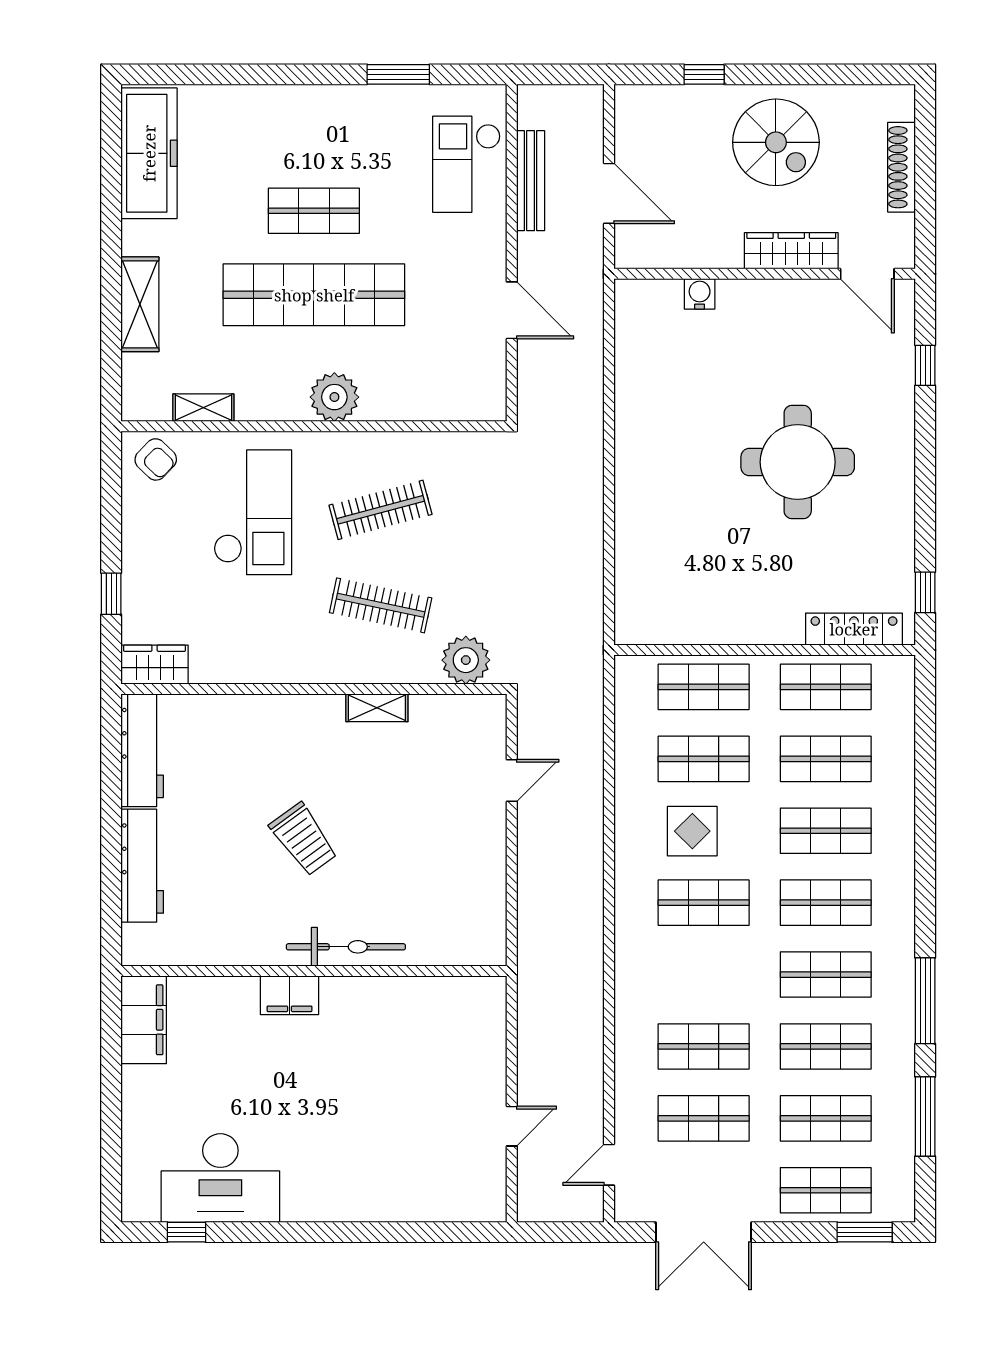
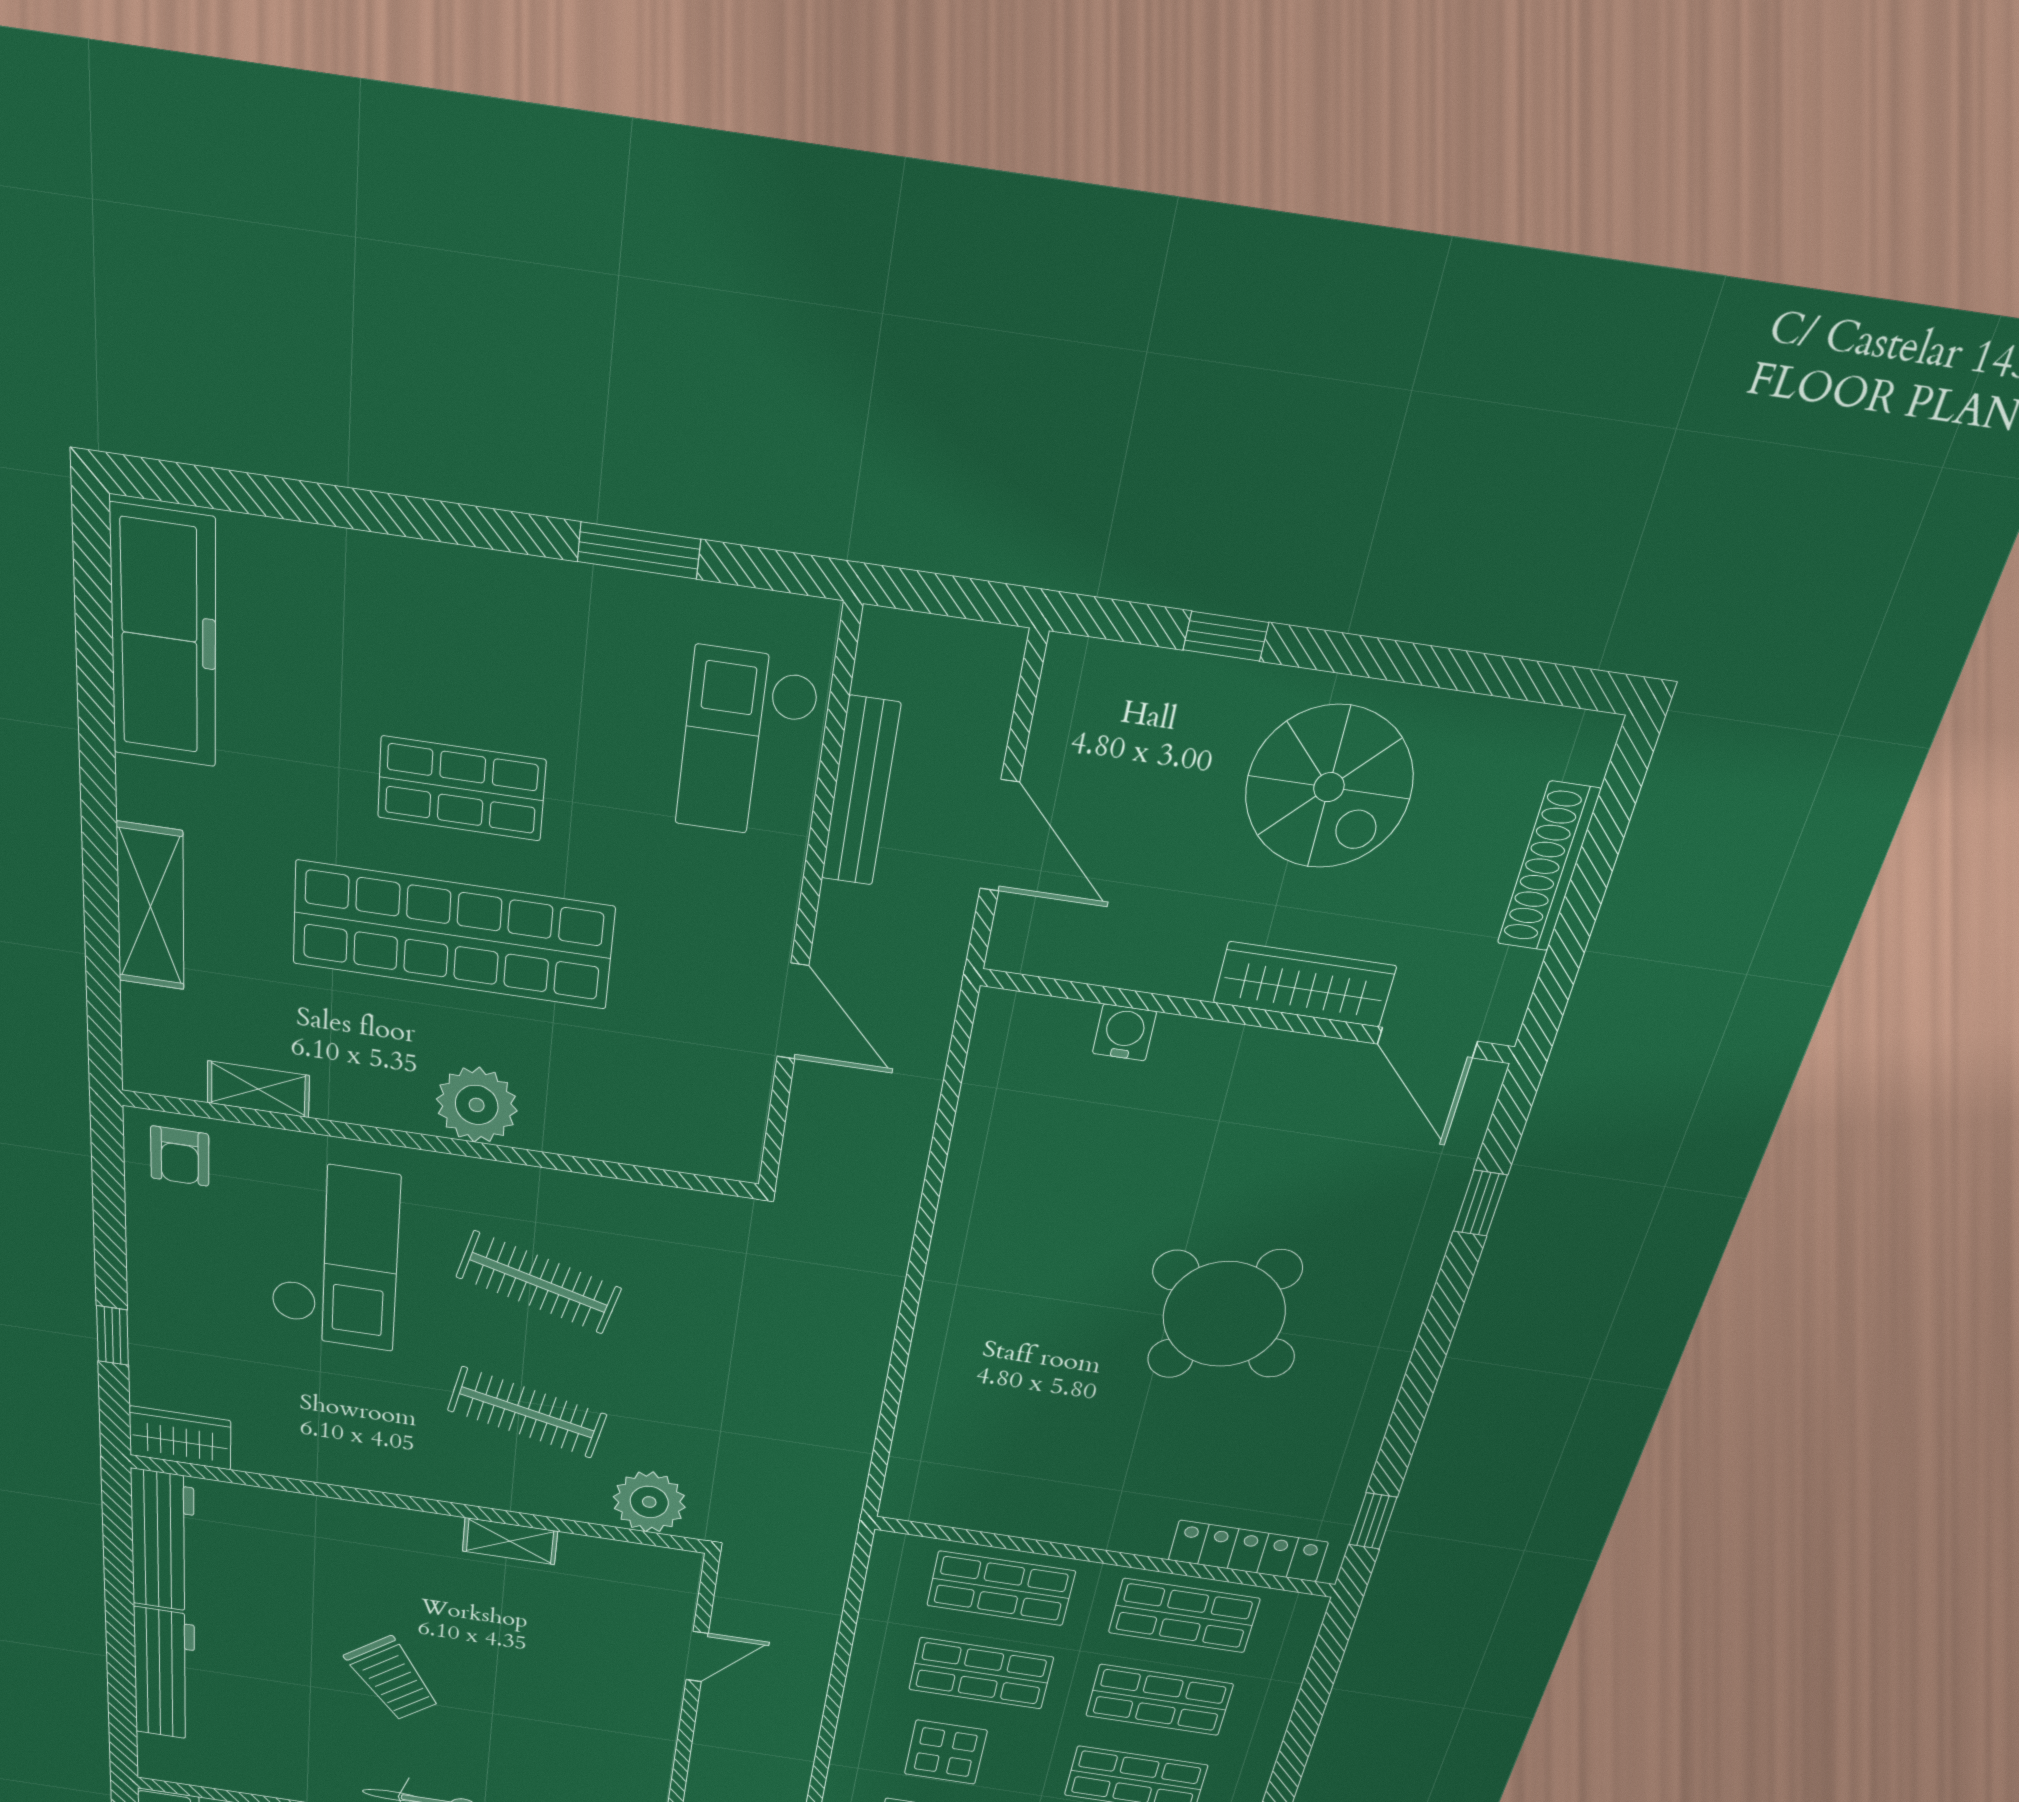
armchair: (156, 459) -> (180, 1156), turned 46
round table: (798, 462) -> (1224, 1314), turned 35
clothes rail: (381, 510) -> (539, 1283), turned 30

